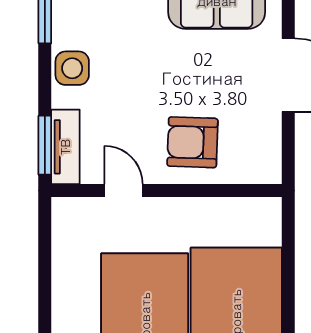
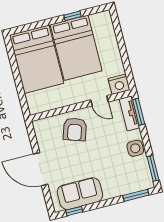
armchair: (192, 142) -> (75, 129), turned 106
nightstand: (72, 215) -> (119, 84), added

